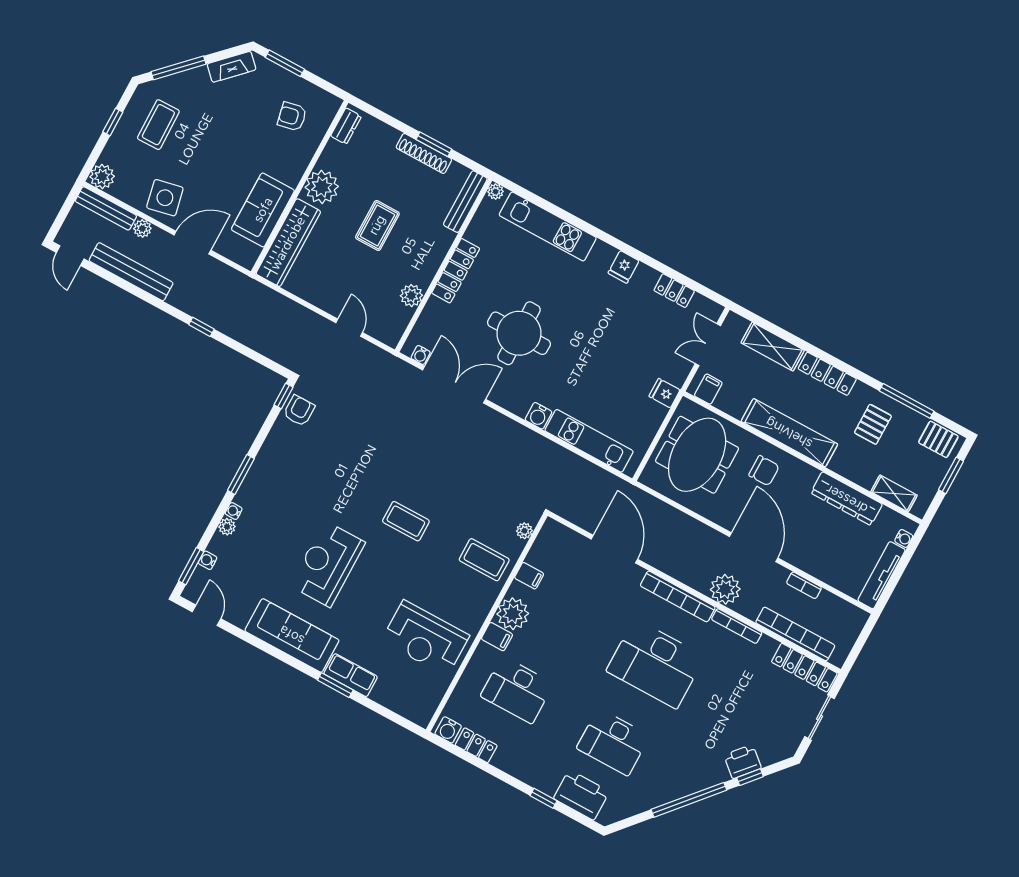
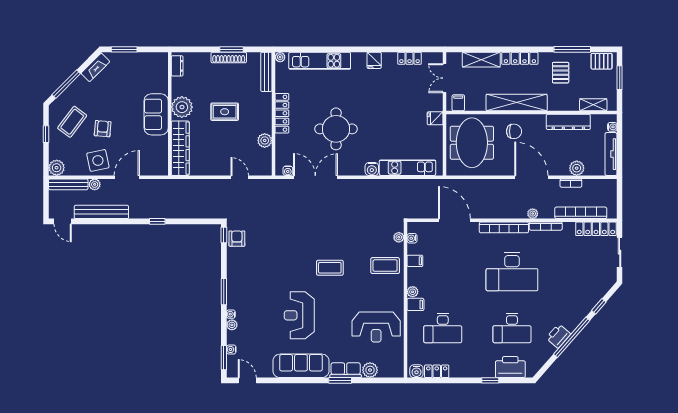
armchair: (292, 116) -> (103, 129), moved, turned 107
coffee table: (158, 125) -> (72, 122), turned 38
sofa: (263, 210) -> (156, 114), moved
rug: (377, 225) -> (225, 112), turned 90
water cooler: (542, 542) -> (412, 238), added
plant: (823, 569) -> (577, 168), added
plant: (725, 589) -> (533, 214), width x0.53, depth x0.53
plant: (513, 614) -> (413, 292), width x0.53, depth x0.53
plant: (385, 693) -> (370, 370), added
printer: (743, 762) -> (558, 336), moved

